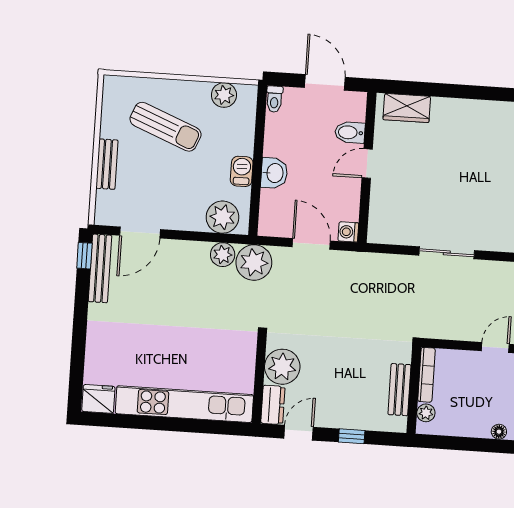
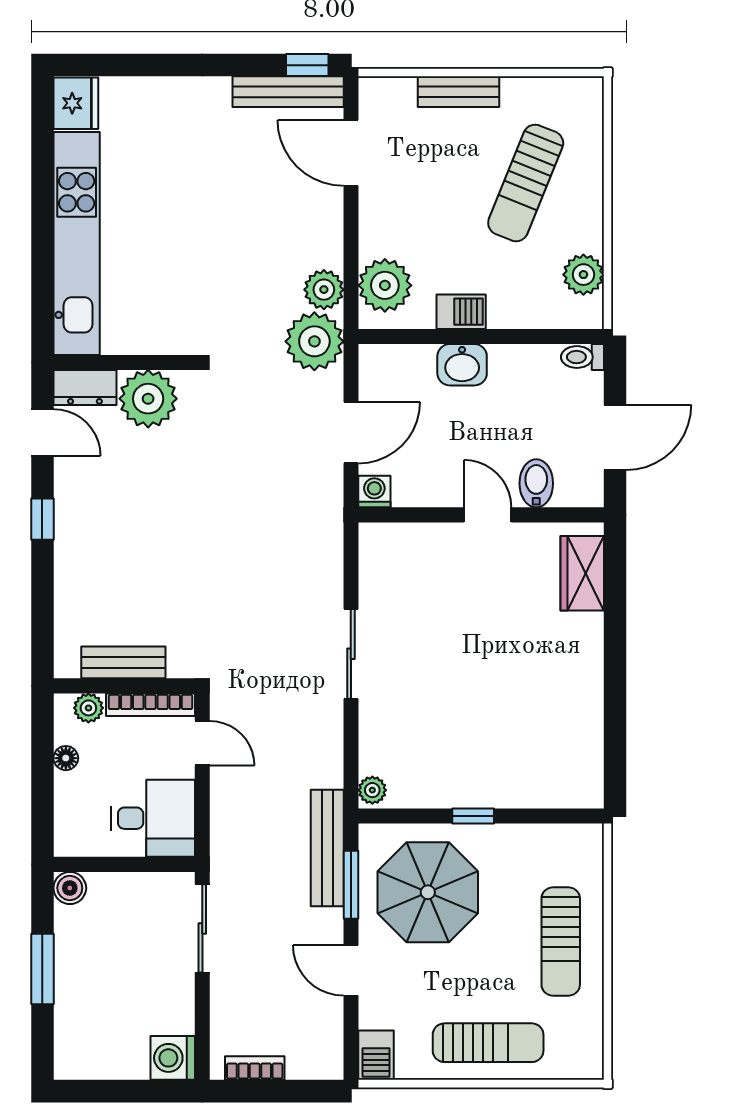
bookcase: (426, 375) -> (150, 705), moved
bench: (399, 390) -> (123, 662), moved
wall: (414, 390) -> (124, 686), moved
plant: (426, 413) -> (88, 708), moved

